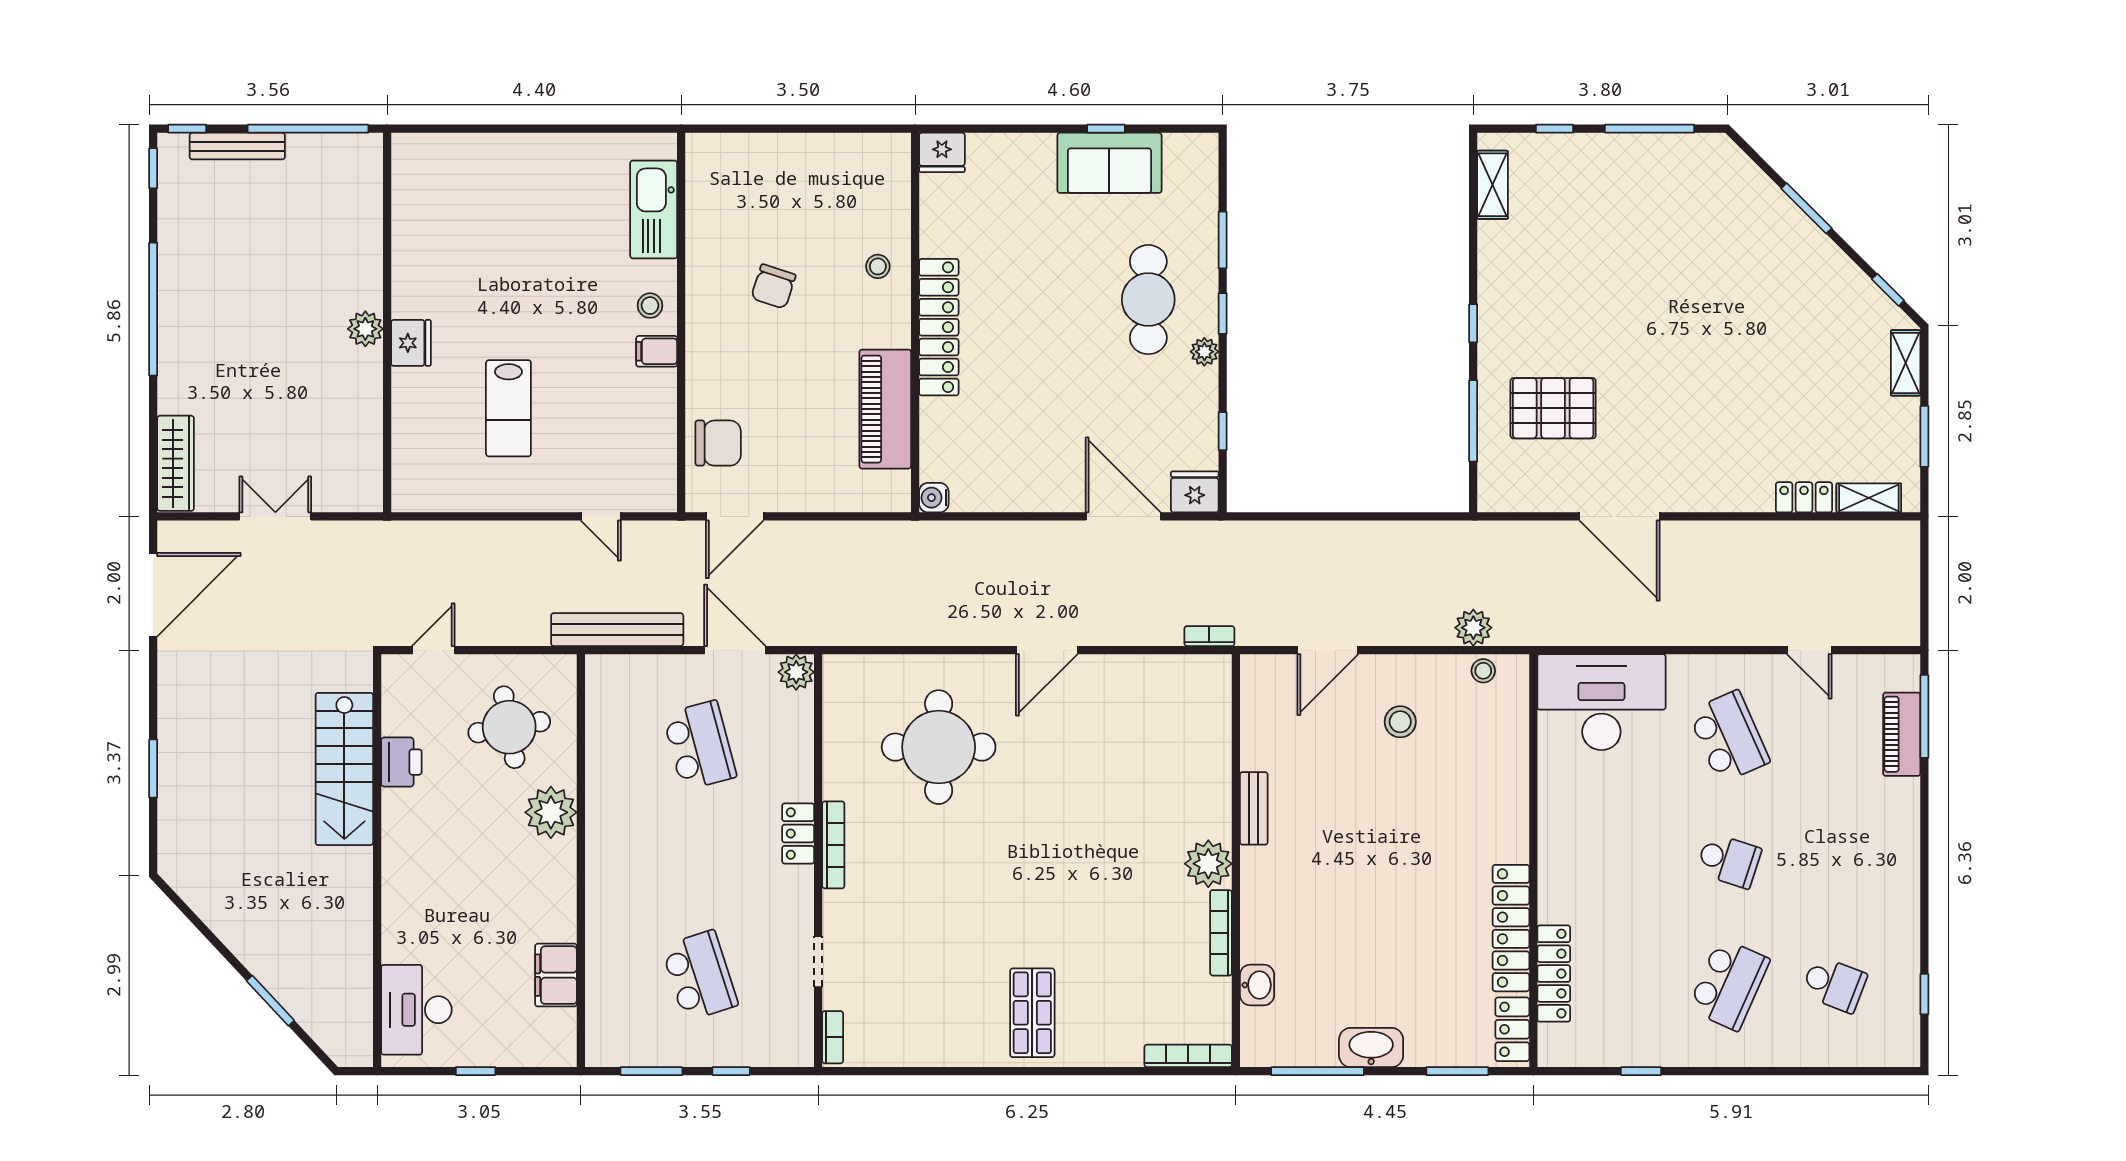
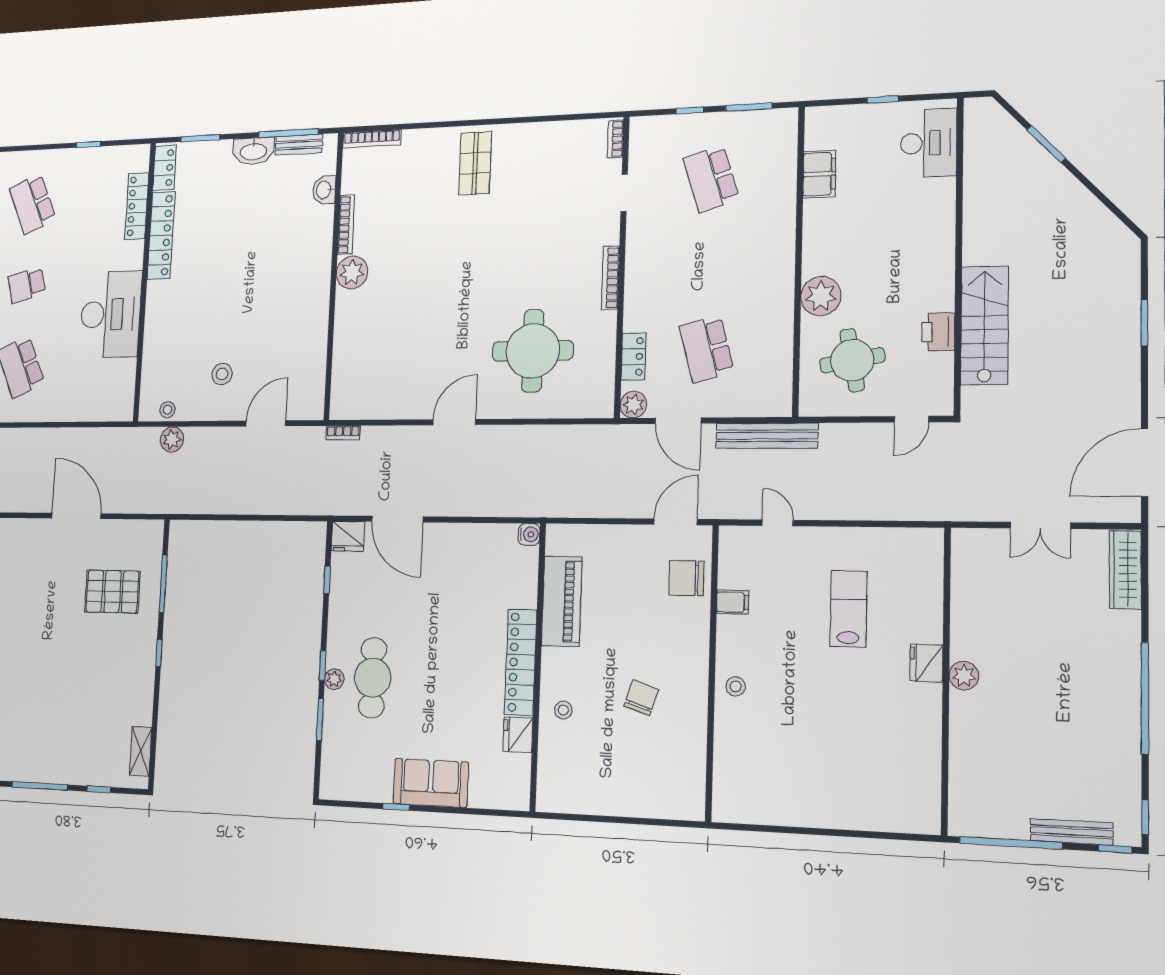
fridge: (942, 152) -> (518, 735), moved, turned -90
sofa: (1109, 163) -> (431, 783), moved
kitchen sink: (654, 209) -> (731, 762), removed
filing cabinet: (657, 351) -> (733, 602), moved
plant: (1204, 352) -> (334, 679), moved
desk: (1601, 702) -> (111, 314), moved, turned -90
bench: (1254, 808) -> (299, 145), moved, turned 90
locker: (798, 834) -> (633, 357), moved
school desk: (1729, 861) -> (27, 285), turned -33
school desk: (1729, 984) -> (32, 204), turned -48

